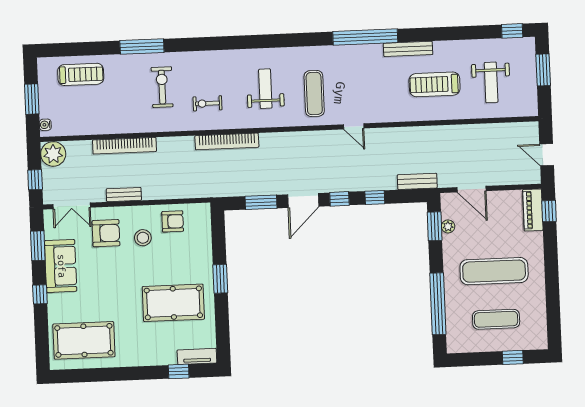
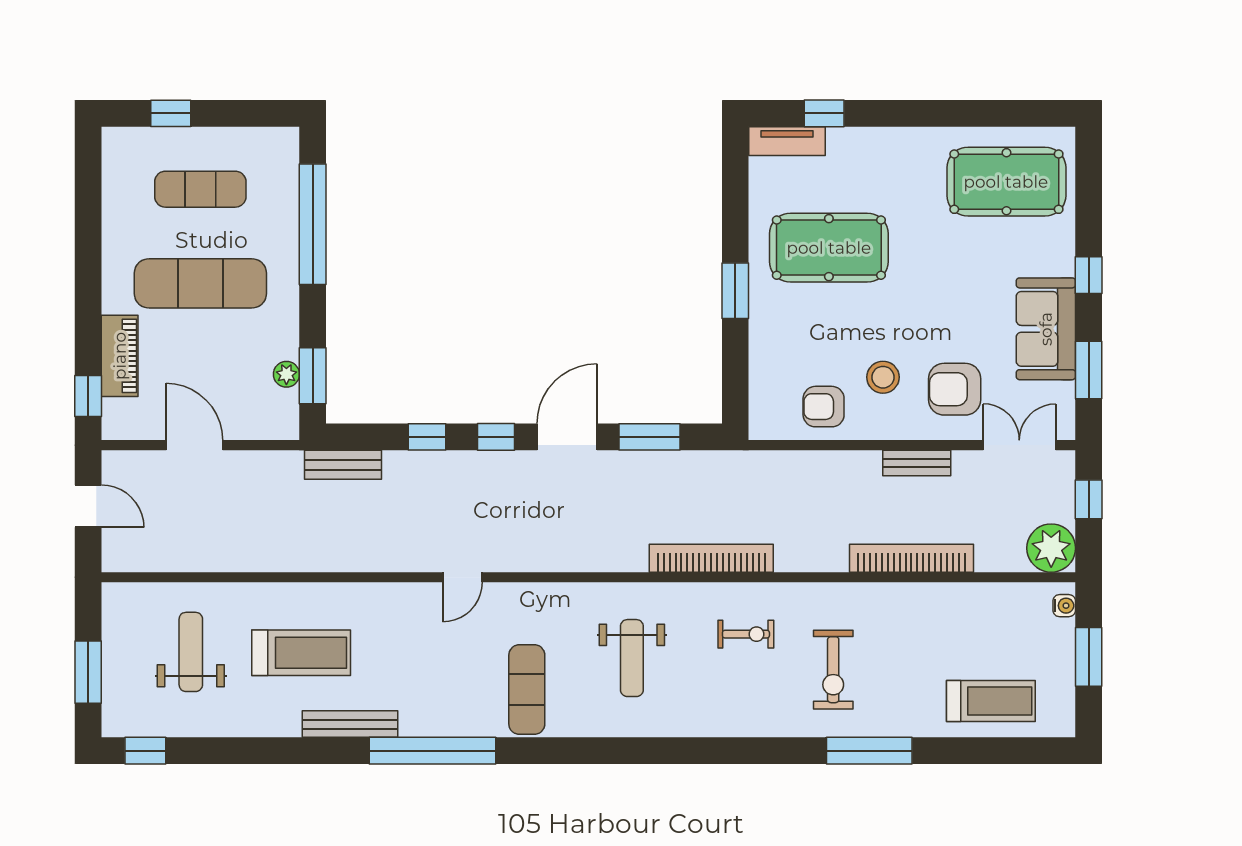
treadmill: (81, 74) -> (991, 701), turned 180
exercise mat: (314, 93) -> (527, 690), moved
door: (354, 126) -> (462, 577), swing flipped
door: (472, 189) -> (194, 445), moved
piano: (533, 210) -> (120, 356), moved

